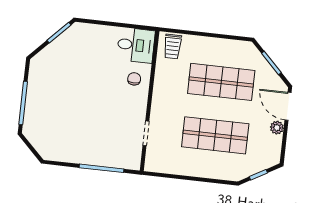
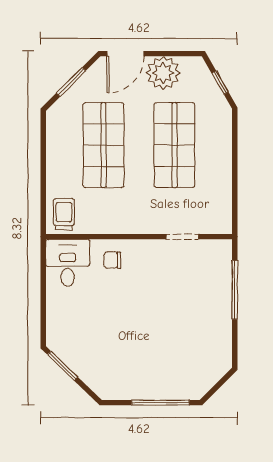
trolley: (173, 46) -> (64, 214), turned -90
plant: (277, 128) -> (163, 73), width x1.88, depth x1.88

